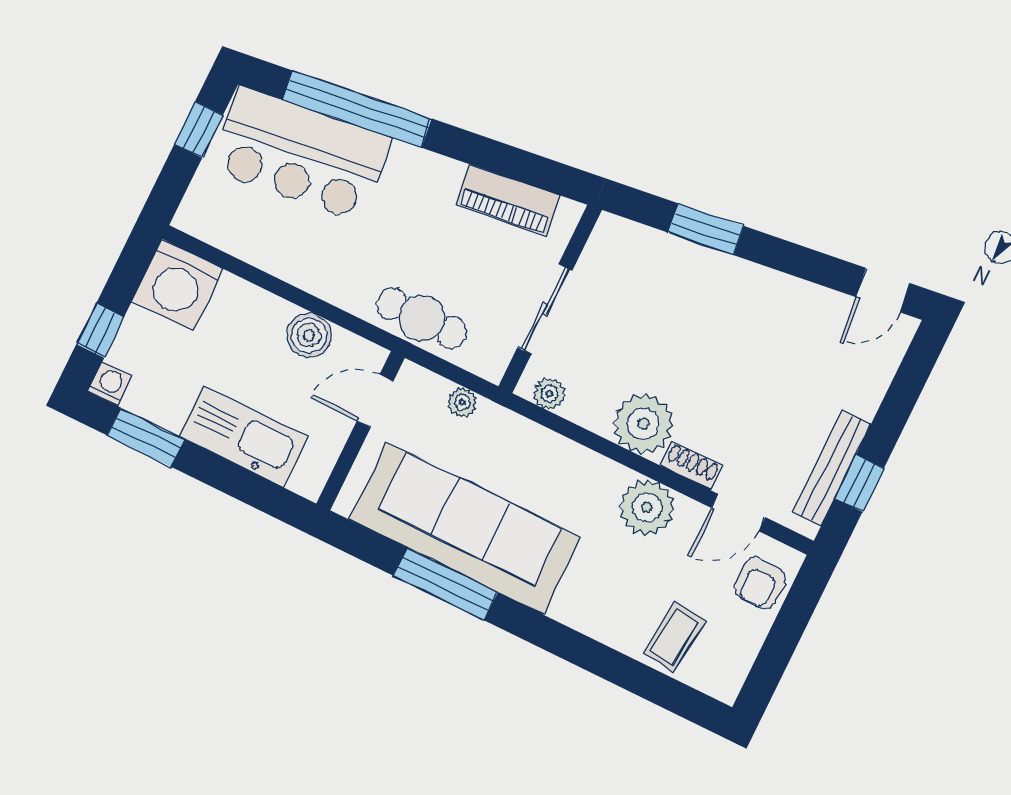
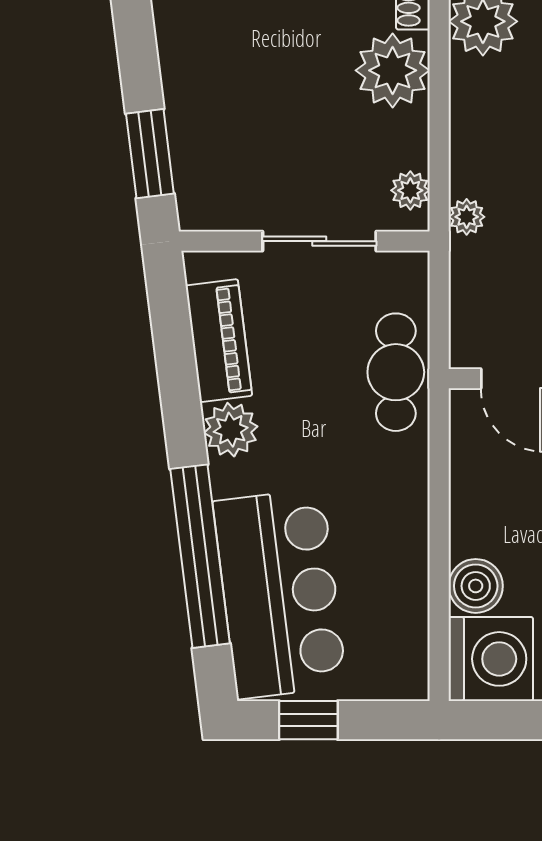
plant: (439, 177) -> (231, 430), added
window: (706, 229) -> (150, 154), moved
boiler: (309, 335) -> (476, 586), moved
plant: (462, 402) -> (467, 217), moved

